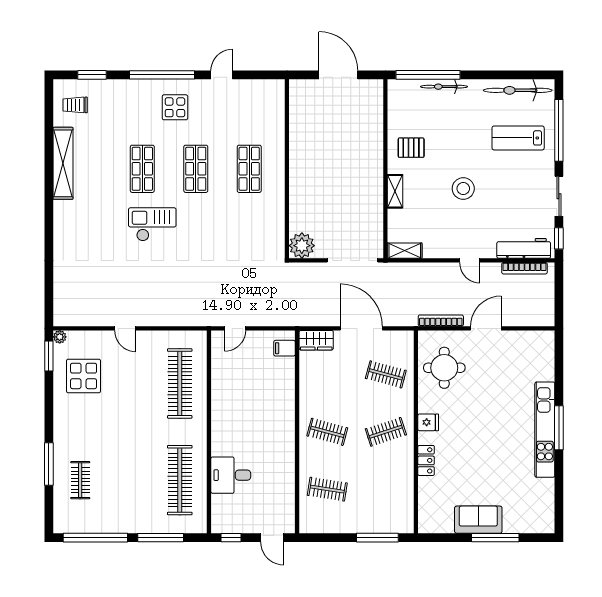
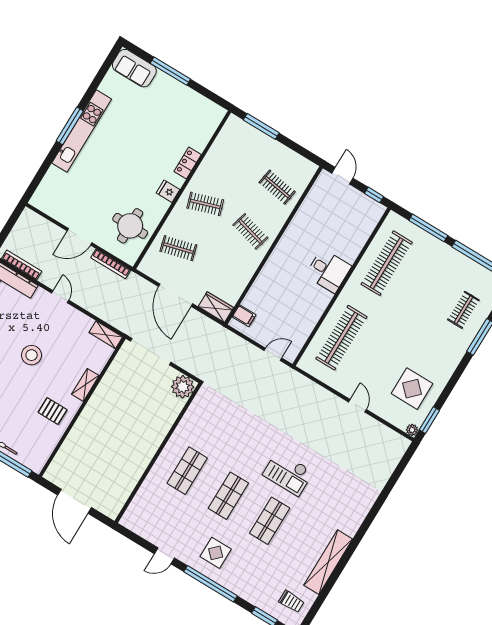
clothes rail: (386, 374) -> (178, 248), turned -30
desk: (231, 475) -> (328, 271), moved
sofa: (478, 520) -> (134, 68), moved

